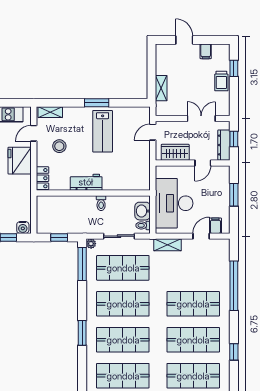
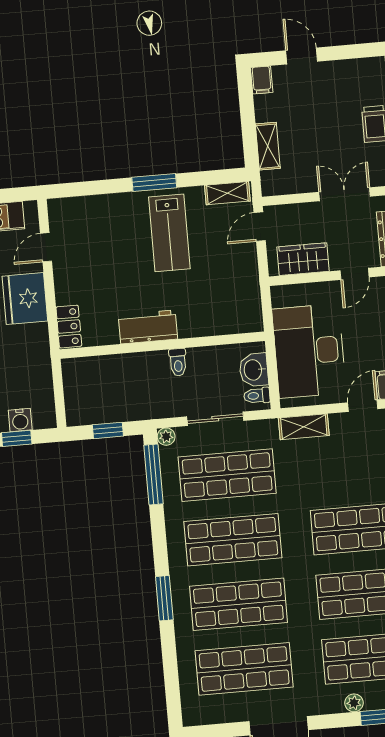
filing cabinet: (206, 51) -> (262, 80), moved
shelving: (50, 112) -> (227, 193), moved
stool: (59, 146) -> (94, 266), removed
water cooler: (23, 227) -> (20, 420), moved

